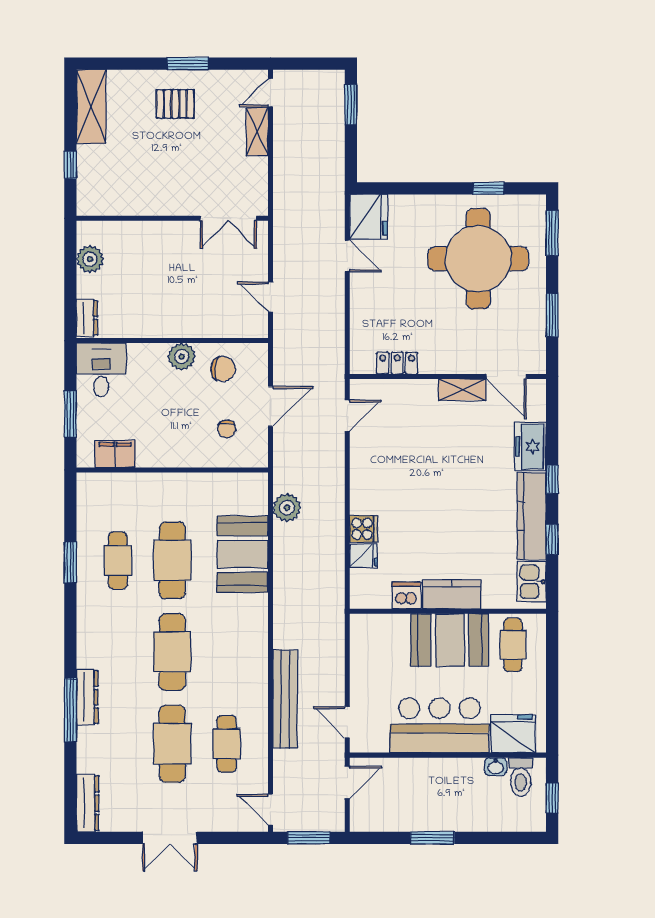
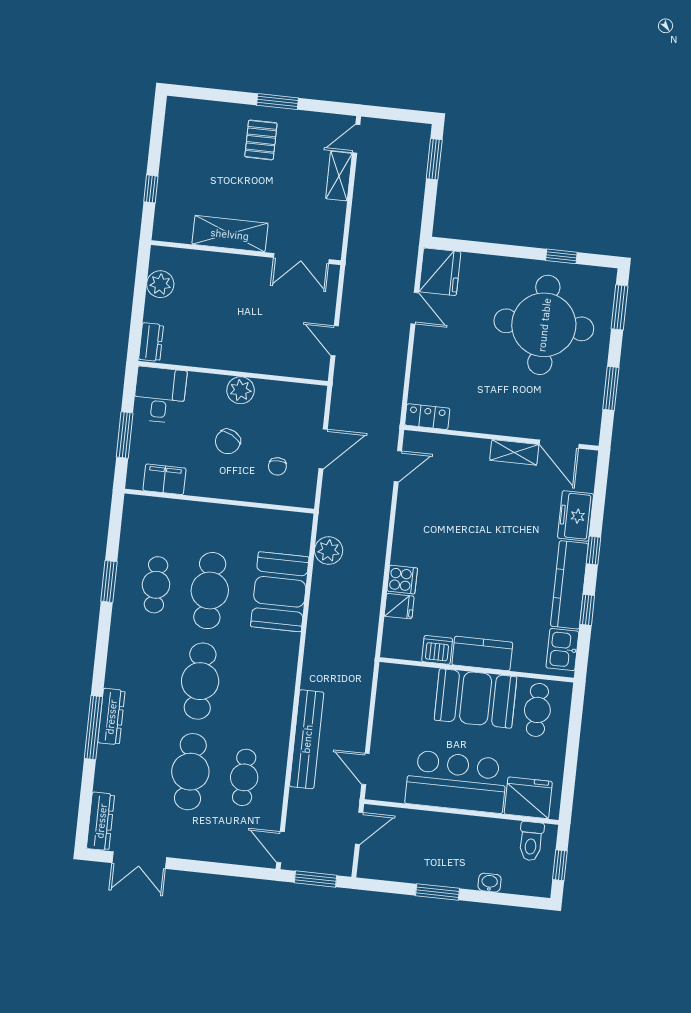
pallet: (175, 104) -> (261, 140), turned 90
shelving: (91, 107) -> (230, 234), moved, turned 90
locker: (397, 363) -> (427, 417), moved
chair: (223, 369) -> (228, 442), moved, turned 114
washbasin: (496, 767) -> (490, 883), moved, turned 180
double door: (170, 838) -> (139, 860), moved

